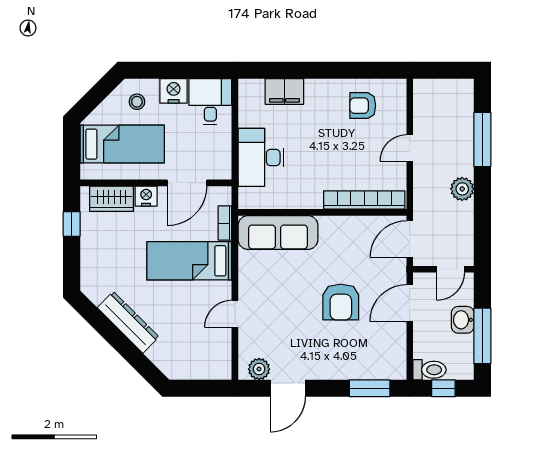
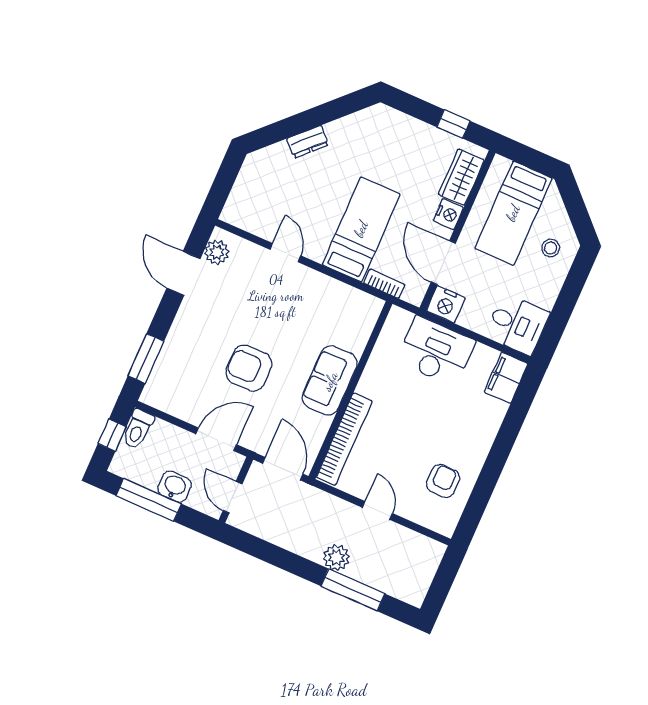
nightstand: (174, 91) -> (446, 304), moved, turned 90
filing cabinet: (284, 91) -> (506, 378), moved
plant: (462, 189) -> (336, 558), moved
sofa: (278, 233) -> (330, 381), moved, width x0.73
door: (410, 303) -> (216, 439), hinge flipped
dresser: (128, 322) -> (308, 142), width x0.51, depth x0.80

